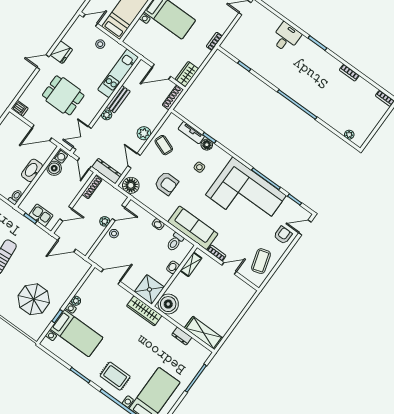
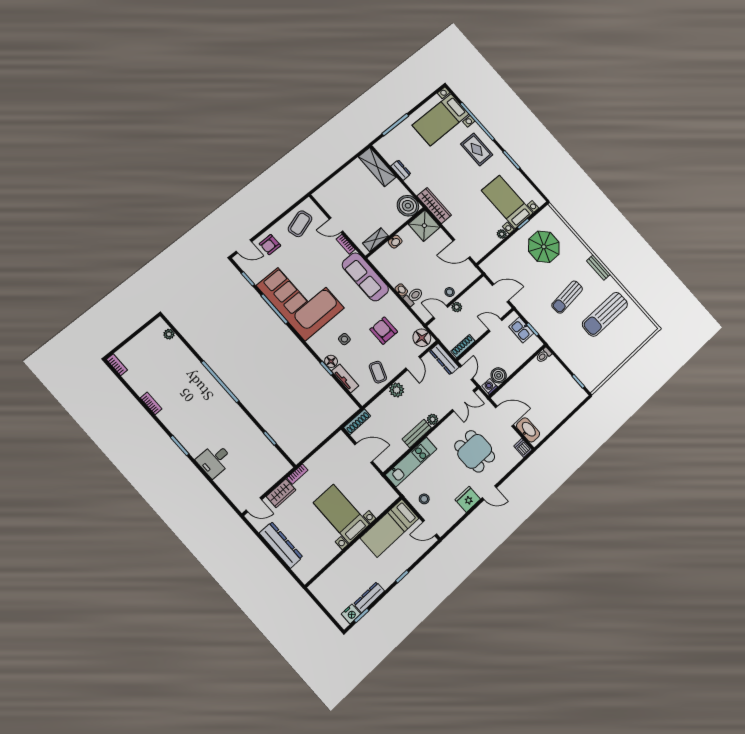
wardrobe: (187, 74) -> (281, 493), moved
washbasin: (32, 170) -> (528, 430), moved, turned -90
toilet: (175, 242) -> (413, 297), moved

